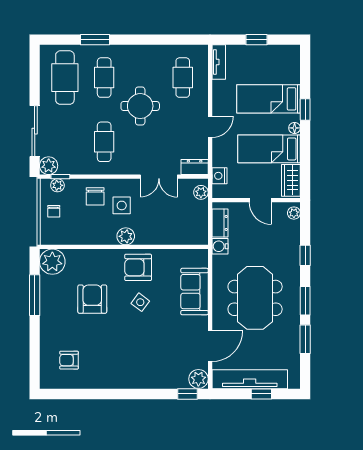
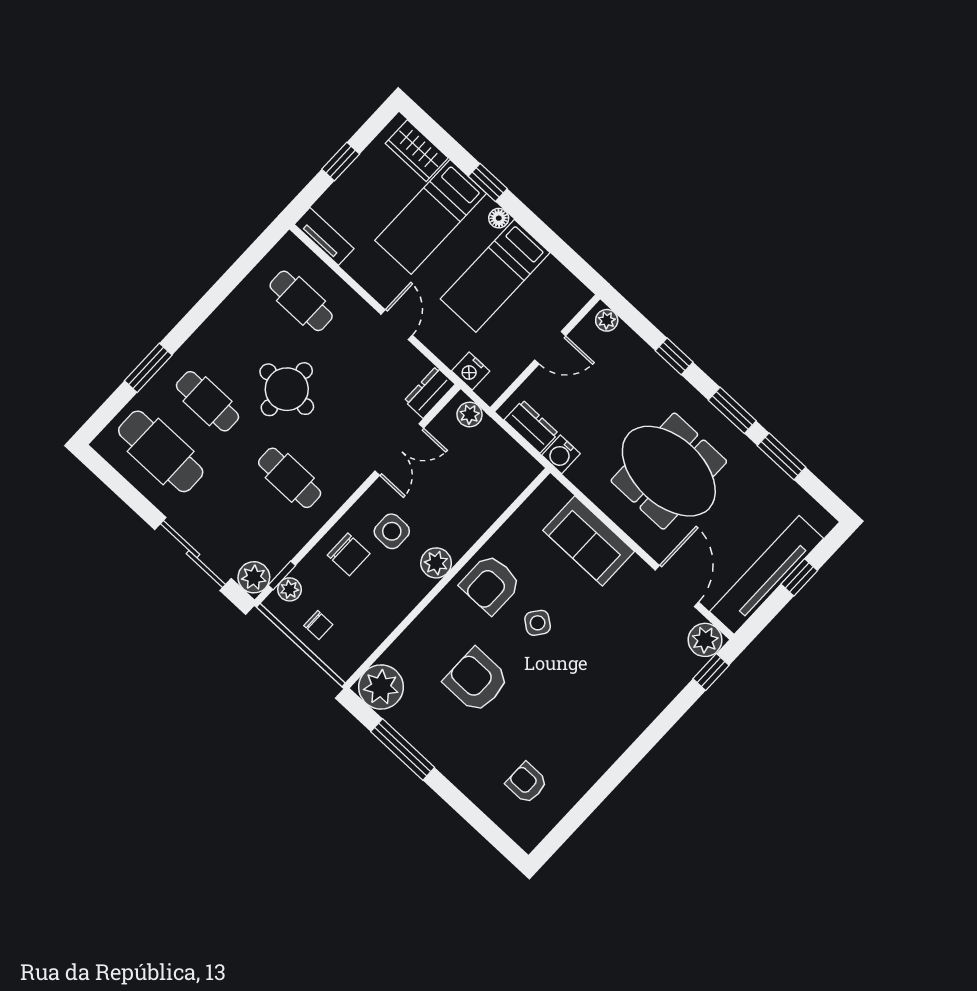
wardrobe: (291, 180) -> (417, 151), moved
armchair: (69, 360) -> (527, 783), turned 90

